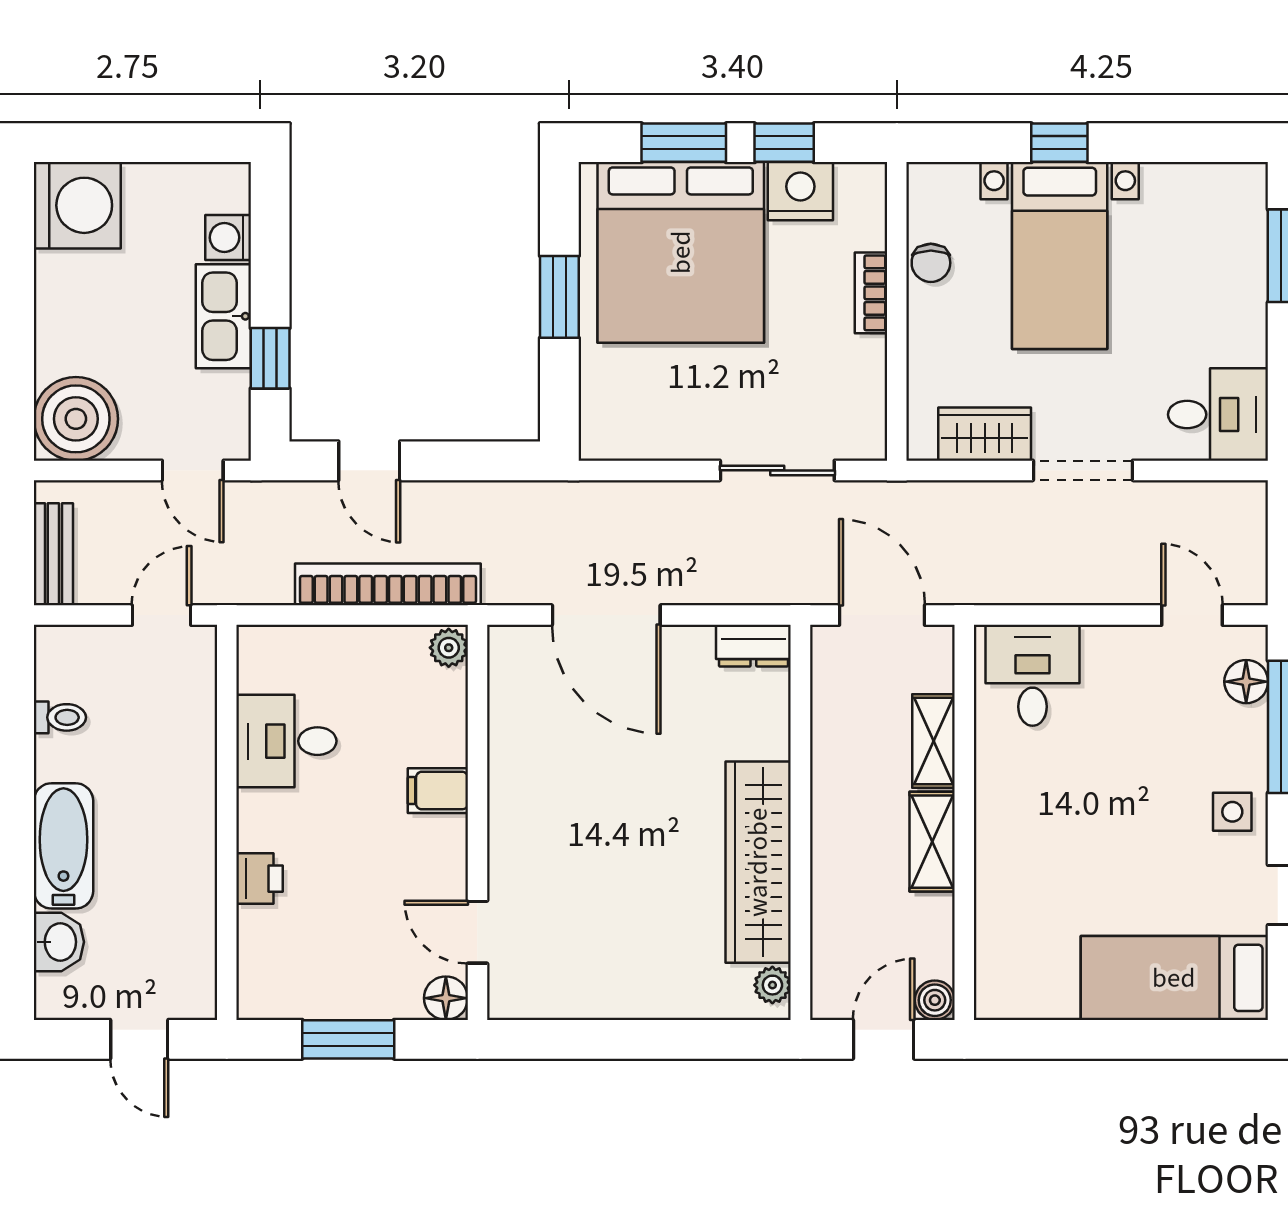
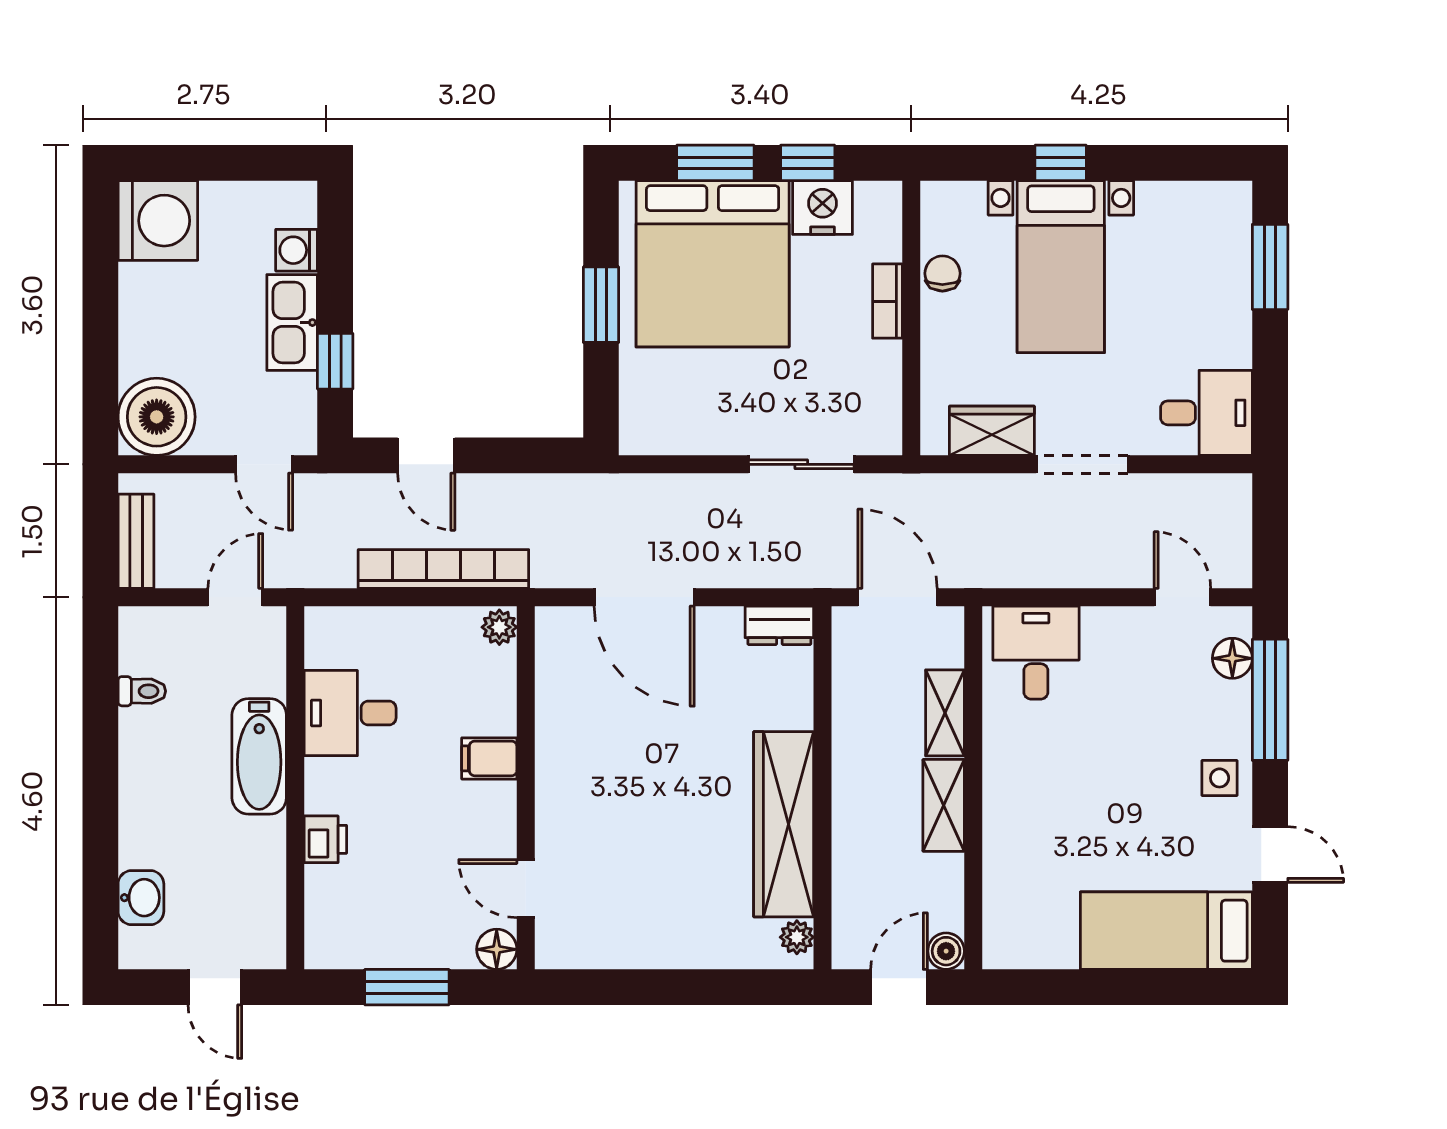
chair: (931, 263) -> (942, 273), turned 180
bathtub: (63, 846) -> (259, 756), moved, turned 180

